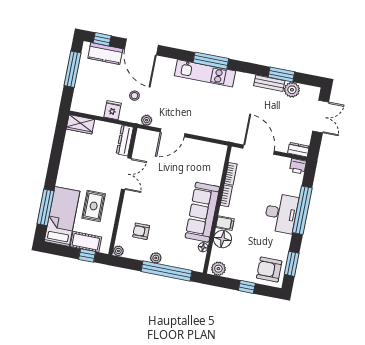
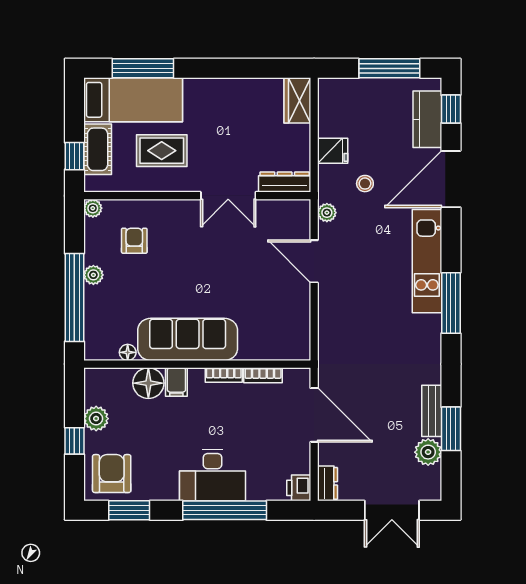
kitchen unit: (205, 73) -> (427, 261), moved
door: (259, 150) -> (314, 415), hinge flipped
plant: (218, 269) -> (96, 419), moved

